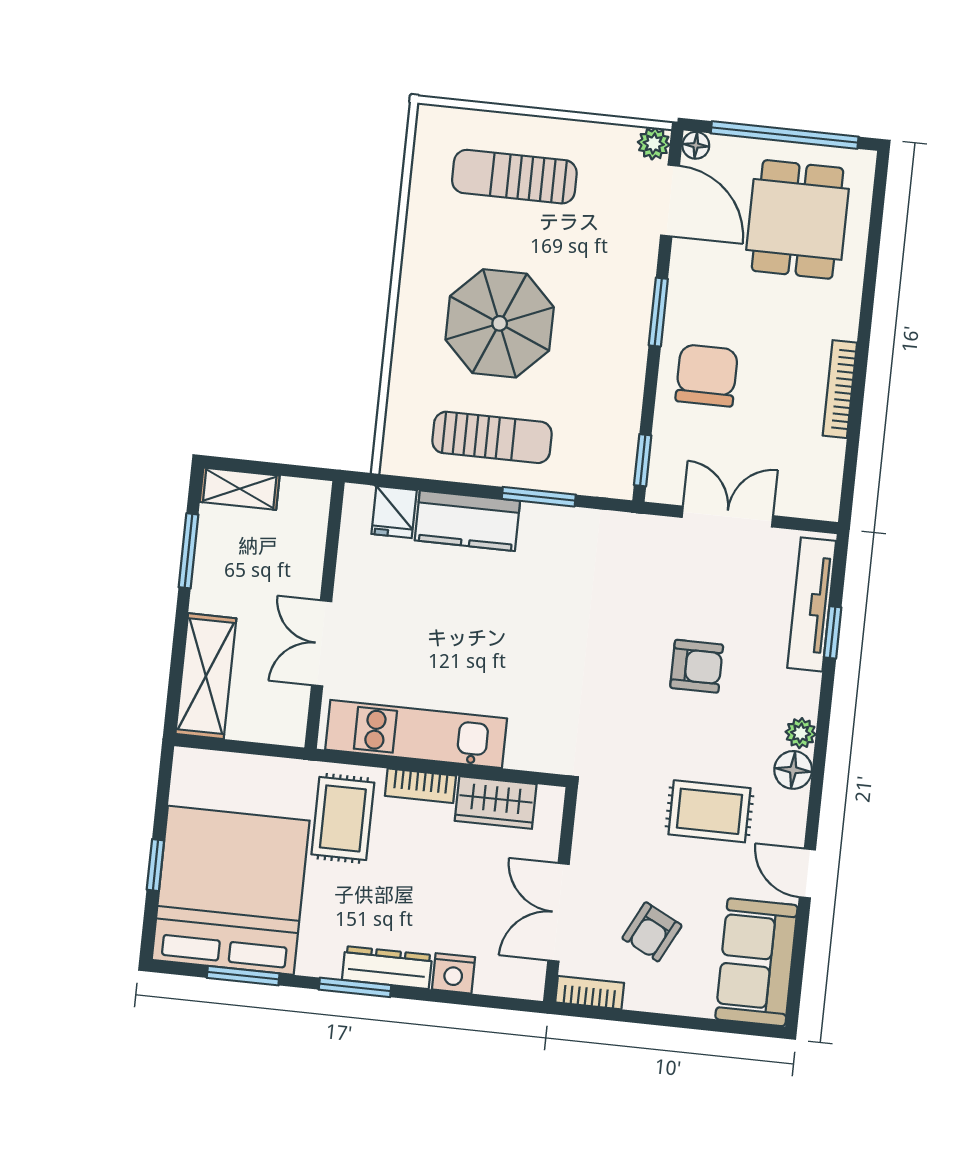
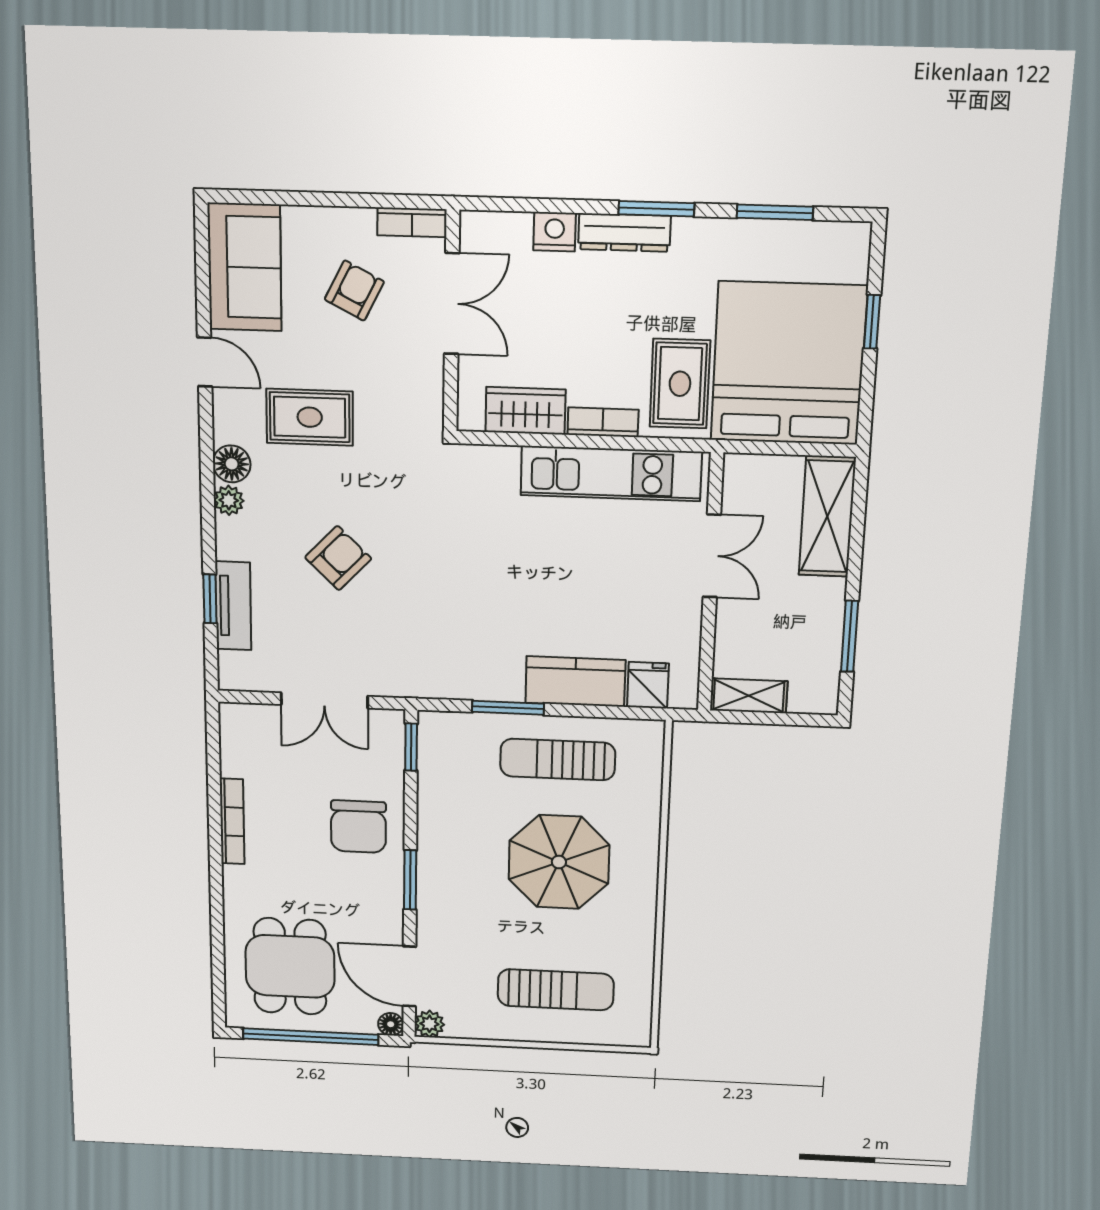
shelving: (240, 489) -> (749, 696), moved
tv unit: (812, 604) -> (233, 606), width x0.71
armchair: (697, 666) -> (338, 558), turned 134
bed: (231, 890) -> (789, 363), moved, turned 180

